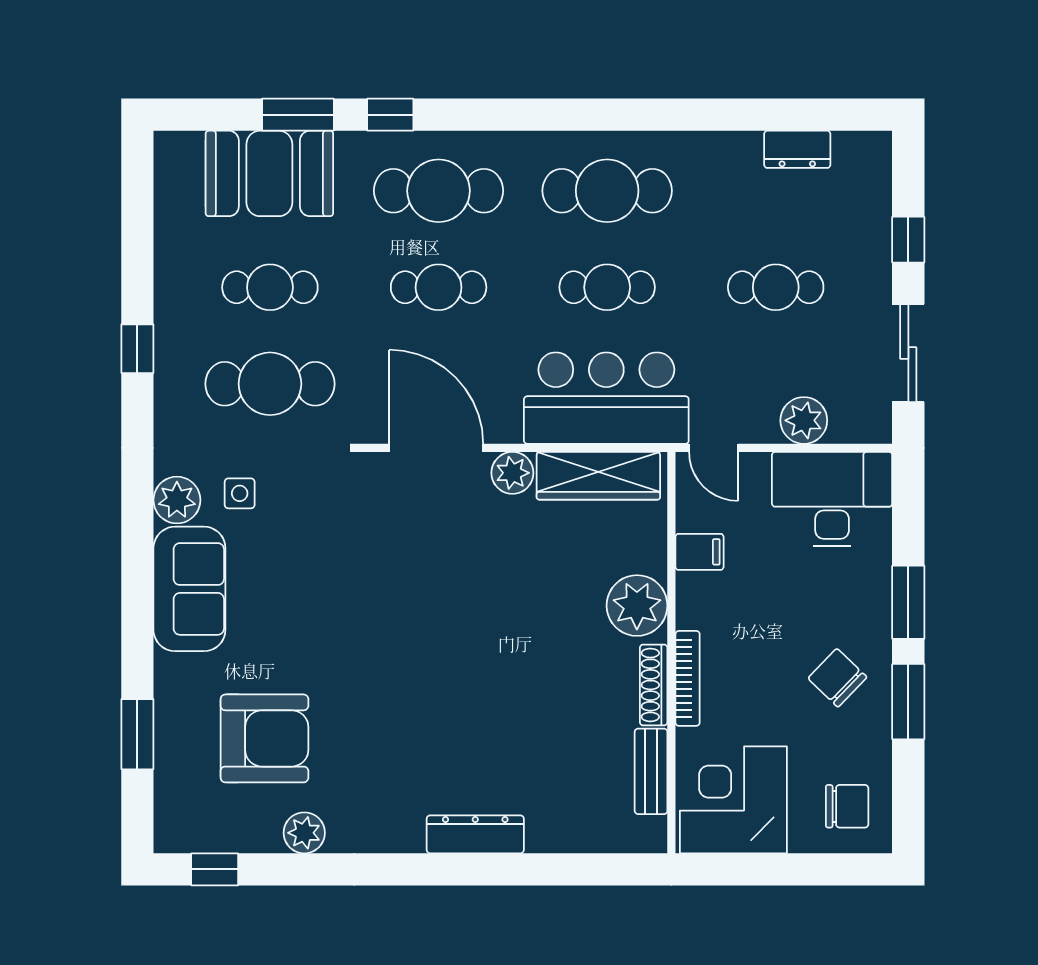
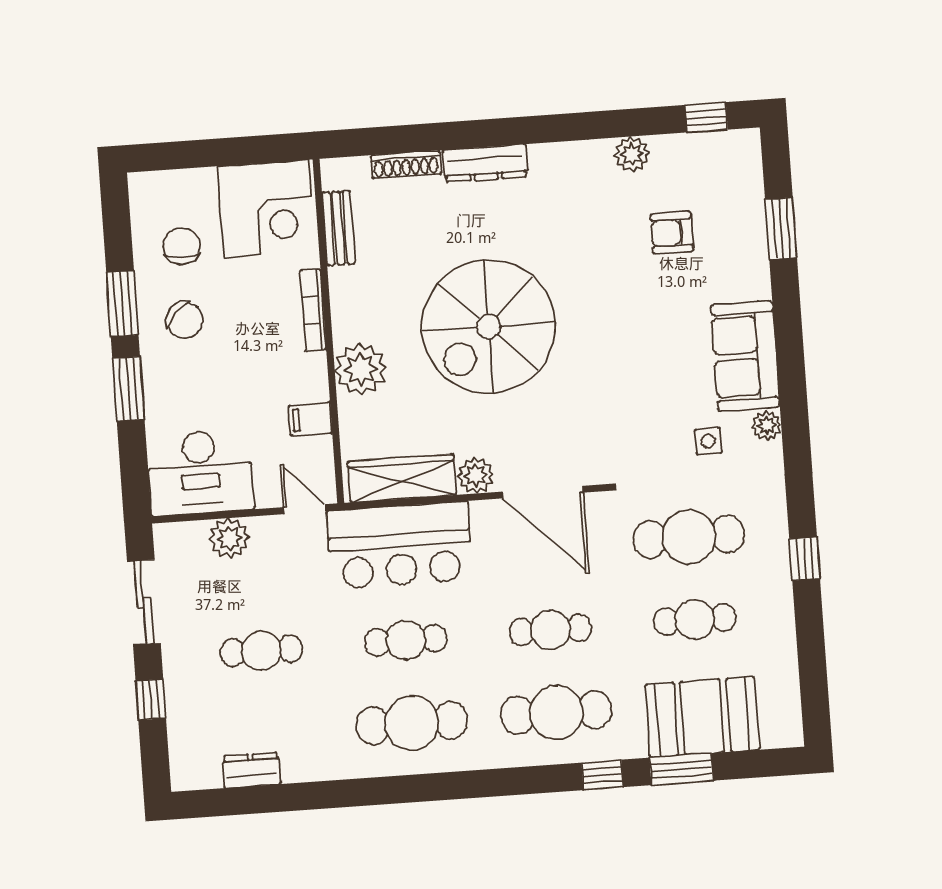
plant: (177, 500) -> (767, 426), width x0.73, depth x0.73
spiral stairs: (485, 645) -> (489, 327), added
shoe rack: (654, 685) -> (406, 164), moved, turned 90
armchair: (264, 738) -> (672, 233), width x0.53, depth x0.53
chair: (847, 806) -> (181, 246), moved, turned 90

